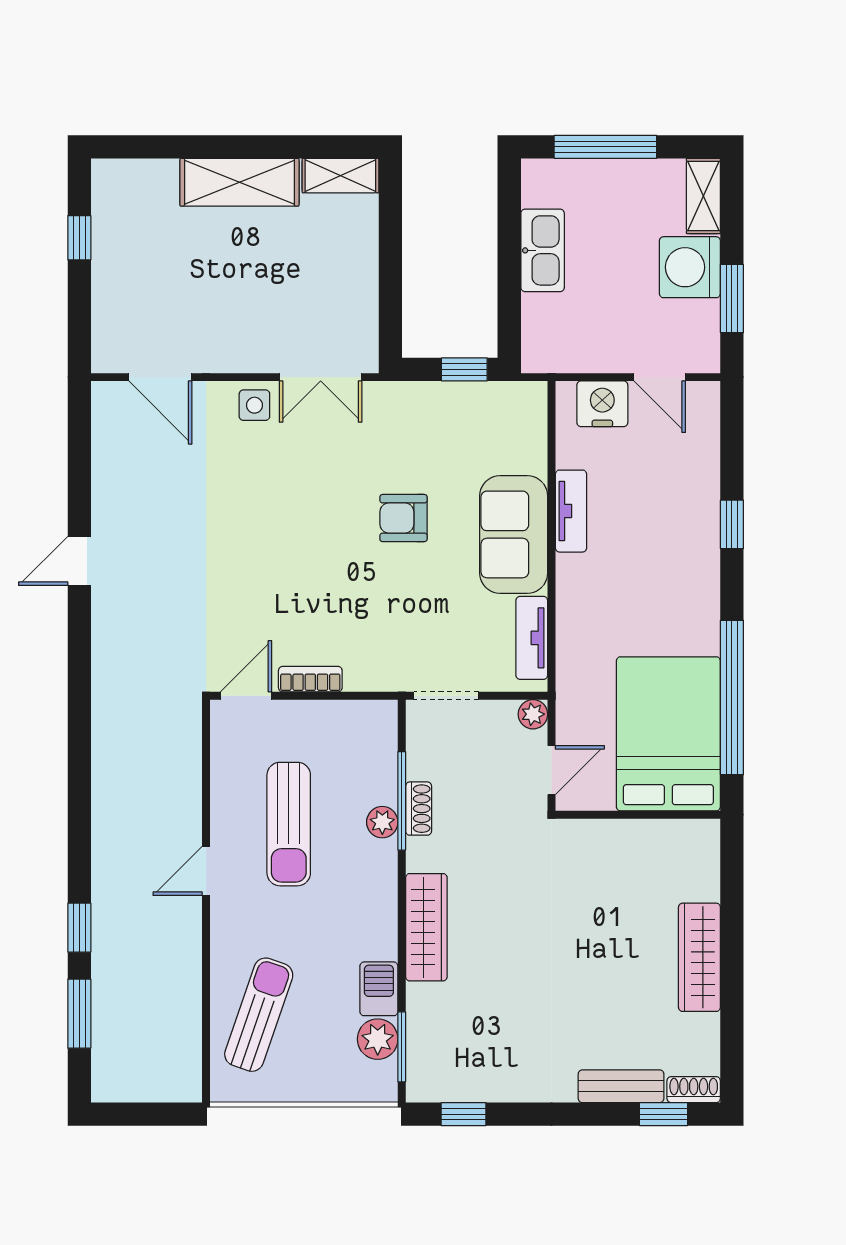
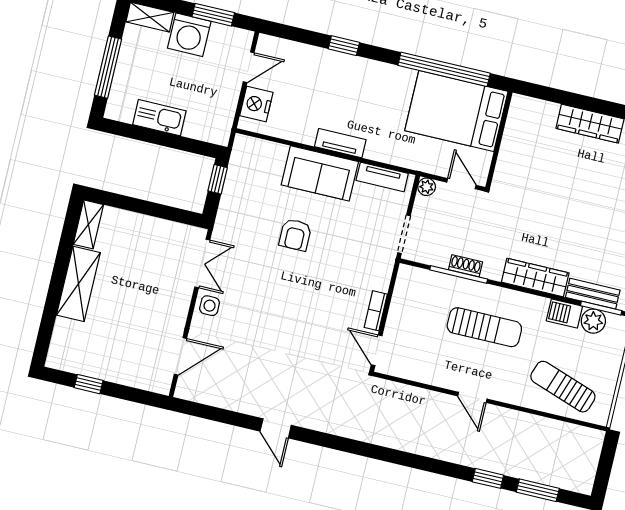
tv unit: (571, 511) -> (340, 143), moved
plant: (382, 822) -> (468, 289), removed
sun lounger: (289, 824) -> (484, 327), moved
bench: (422, 1028) -> (593, 294), added

